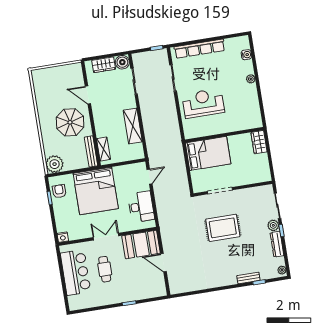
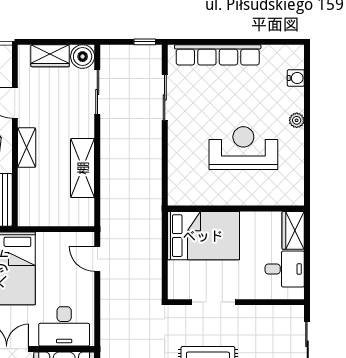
reception desk: (203, 103) -> (243, 148), moved
shelving: (104, 149) -> (27, 148), moved
desk: (258, 165) -> (285, 269), added
door: (150, 177) -> (97, 259), swing flipped
desk: (141, 207) -> (64, 326), moved, turned 90

